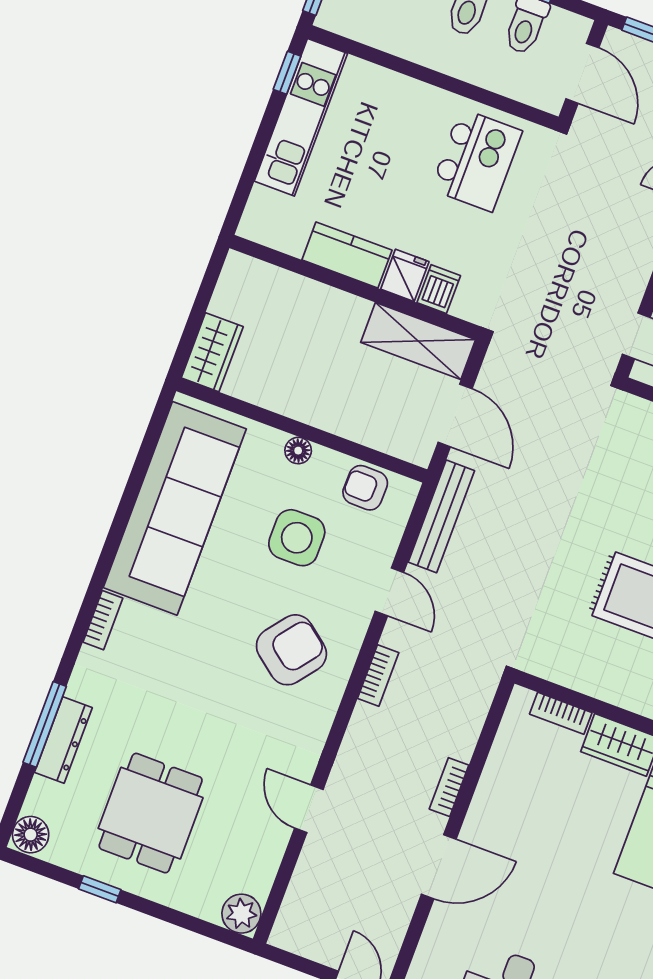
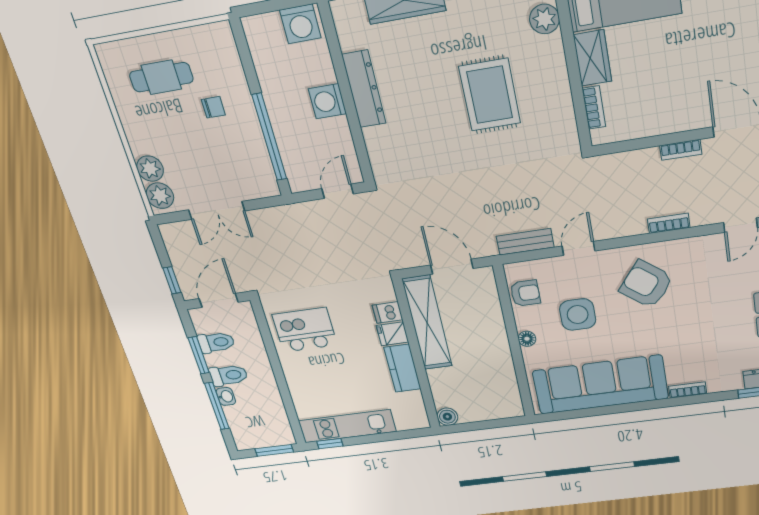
boiler: (239, 269) -> (447, 417), added
shelving: (418, 341) -> (427, 323), width x1.47
wardrobe: (212, 352) -> (501, 408), removed
door: (455, 415) -> (452, 267), hinge flipped
armchair: (365, 488) -> (525, 293), turned -91
bench: (441, 516) -> (525, 242), width x0.73
bookcase: (378, 675) -> (669, 223), moved

